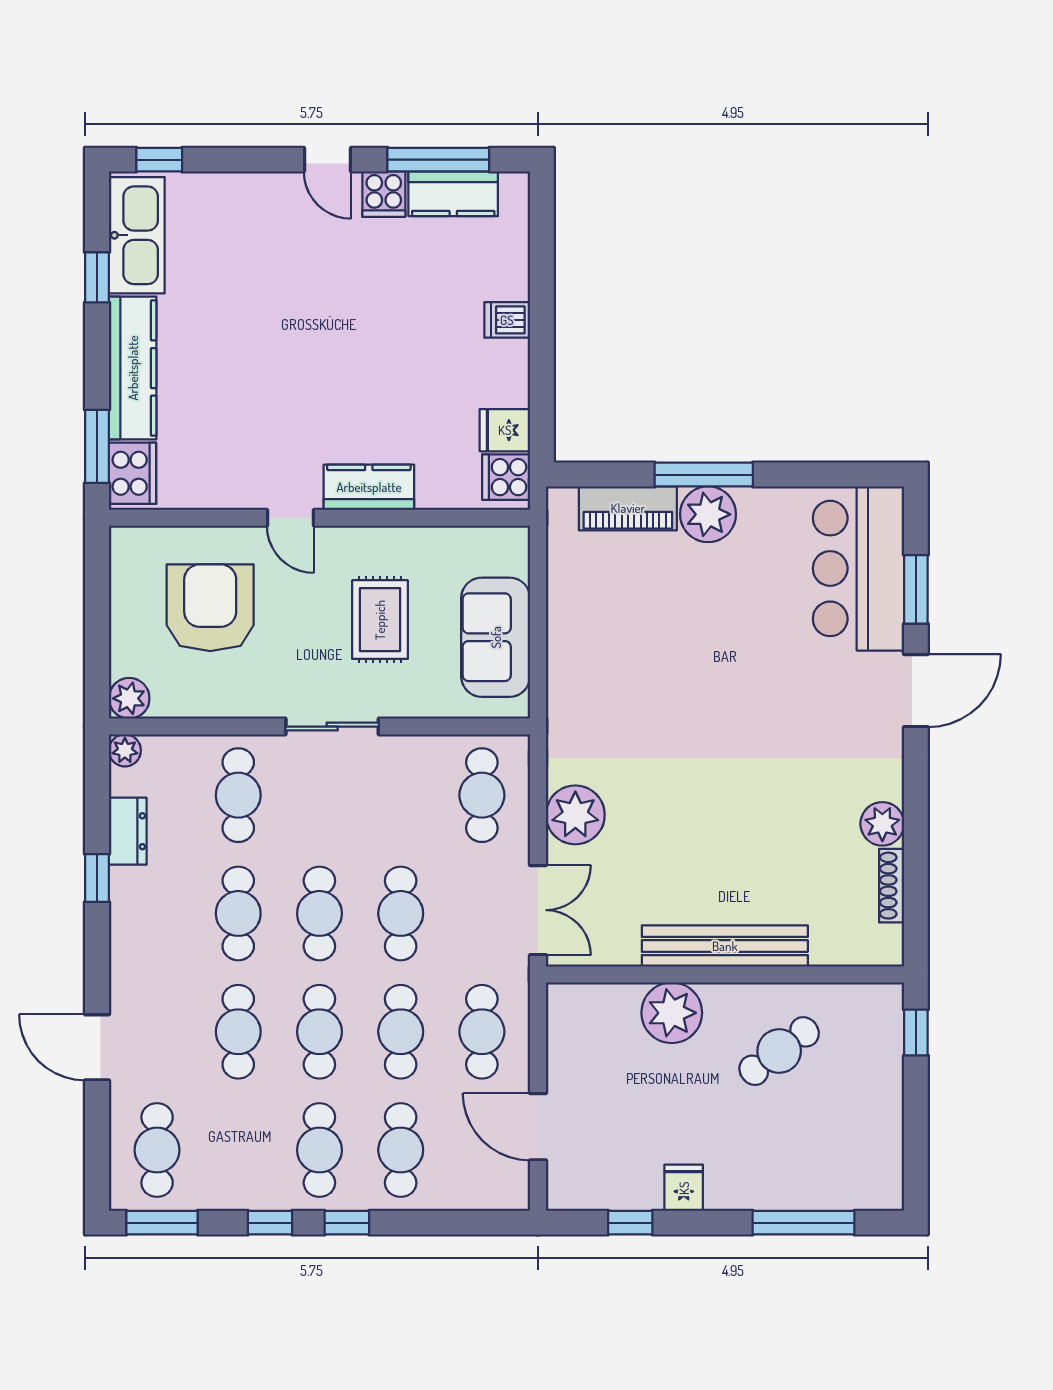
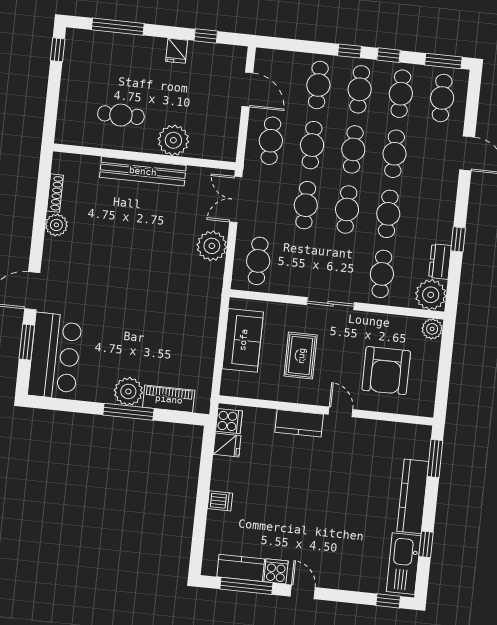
cooker: (133, 473) -> (418, 443), removed
plant: (125, 750) -> (431, 295), width x1.87, depth x1.87
window: (916, 1032) -> (58, 50), moved
cafe table: (779, 1051) -> (121, 115), turned 37
cafe table: (238, 1150) -> (401, 94), added

